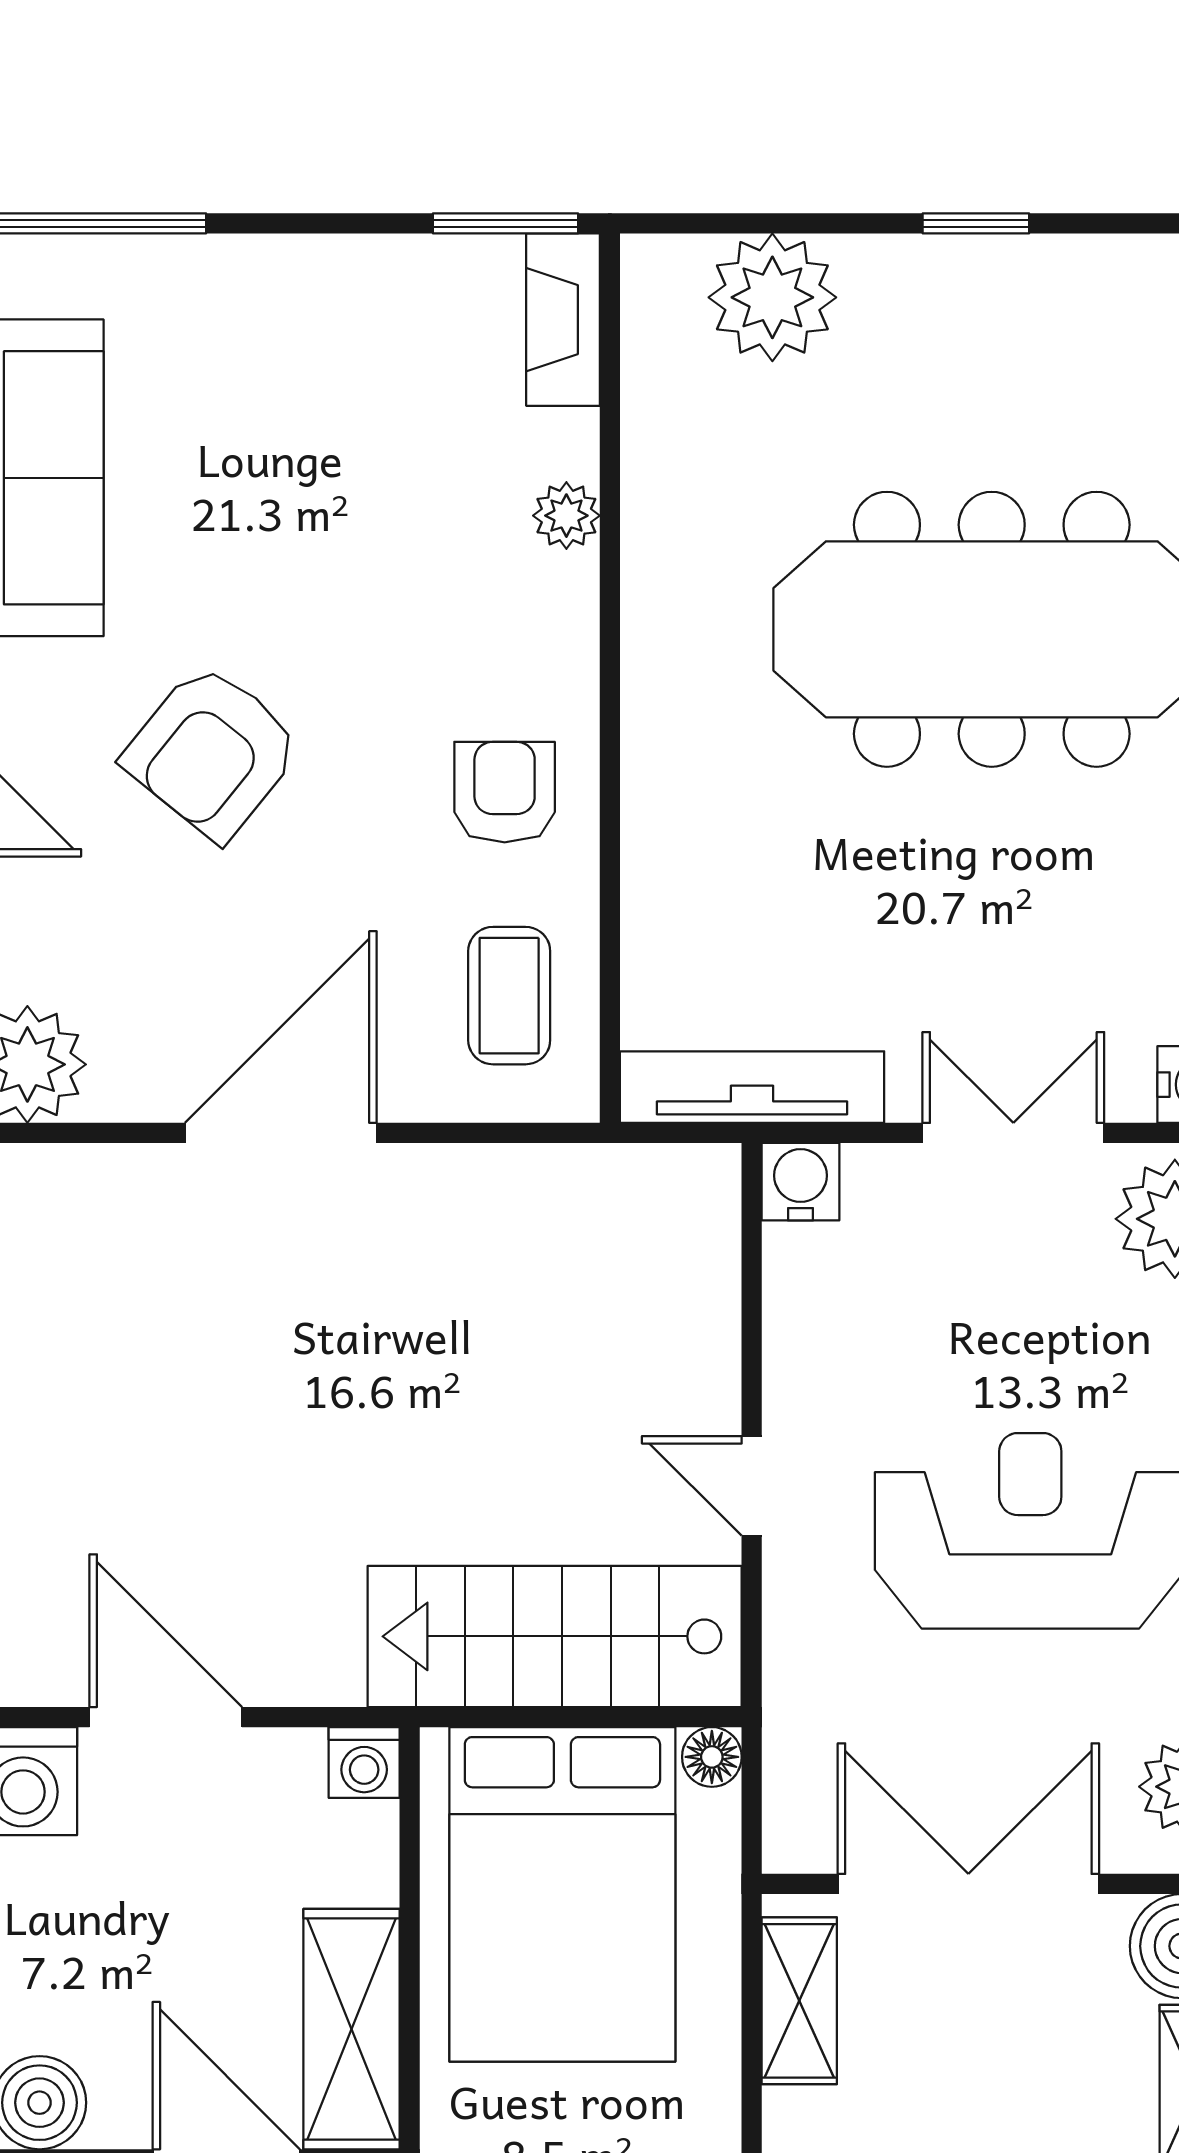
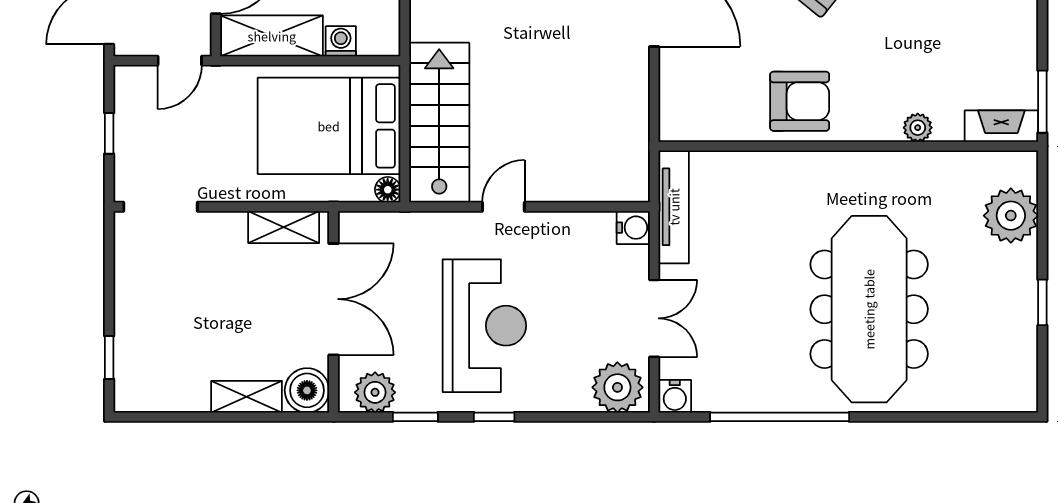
armchair: (505, 792) -> (800, 101), width x1.38, depth x1.38
coffee table: (509, 996) -> (713, 103), removed
washing machine: (364, 1763) -> (341, 41), moved, turned 90

